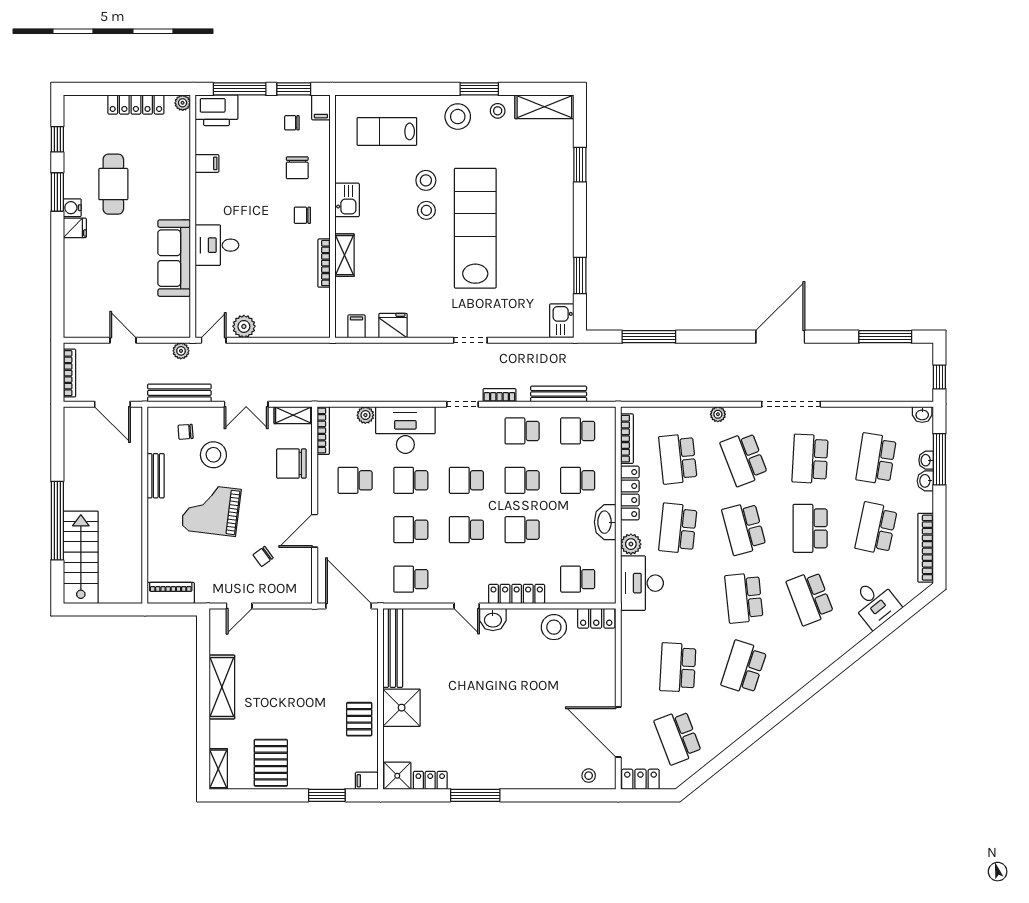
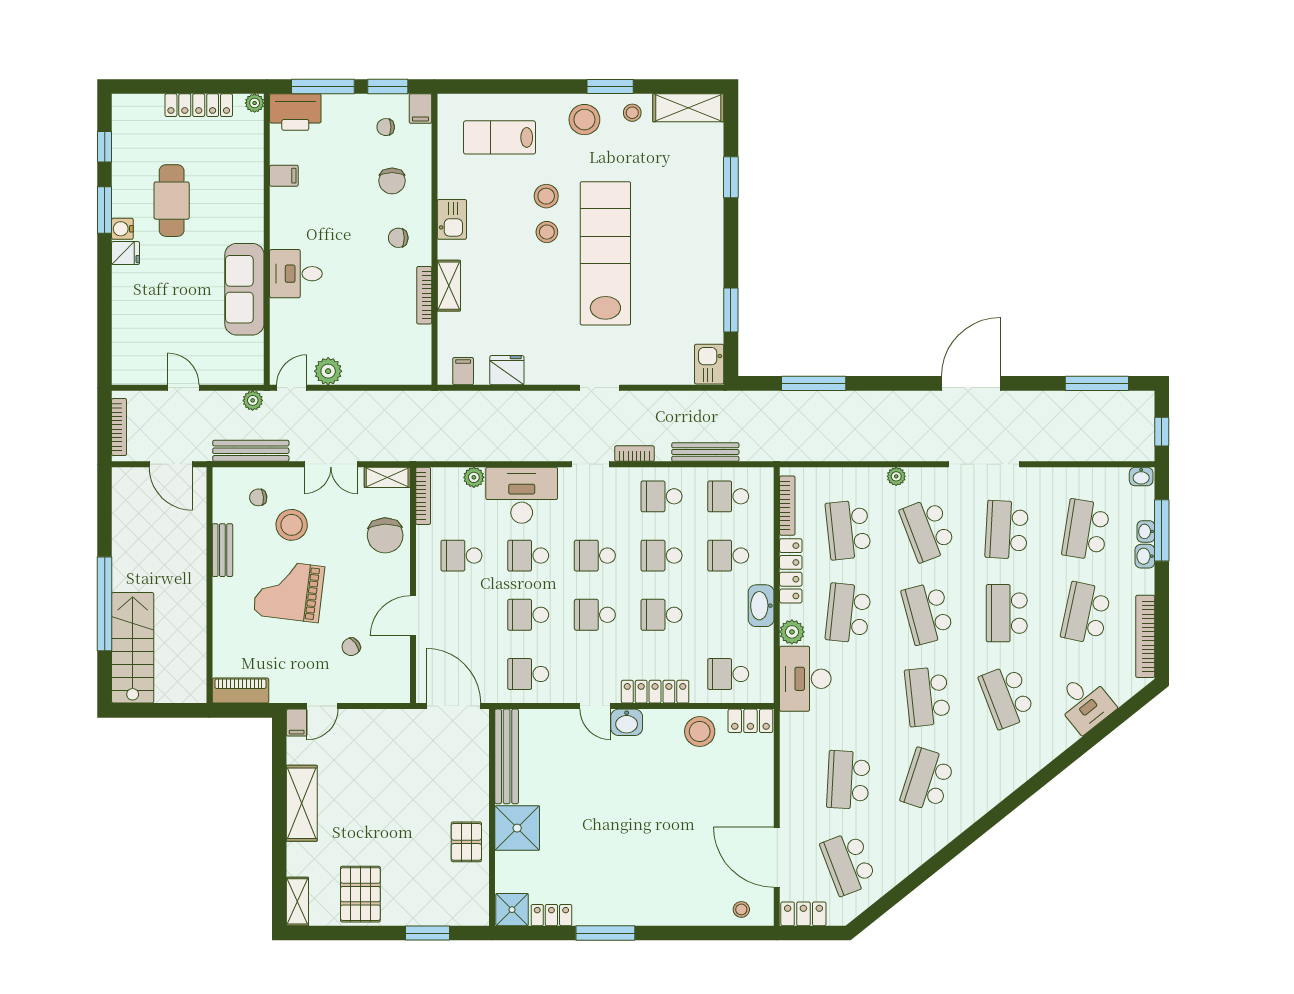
chair: (291, 463) -> (385, 535), turned -92
filing cabinet: (367, 781) -> (297, 723), moved, turned -90

